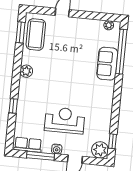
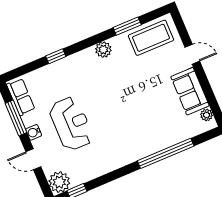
window: (20, 32) -> (127, 26), moved
window: (121, 52) -> (166, 153), moved
sofa: (107, 64) -> (190, 91), moved, turned -90

